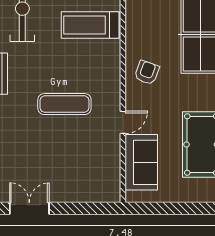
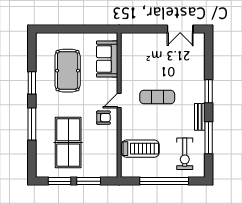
armchair: (147, 73) -> (103, 118), turned -110
door: (123, 122) -> (119, 100), moved

